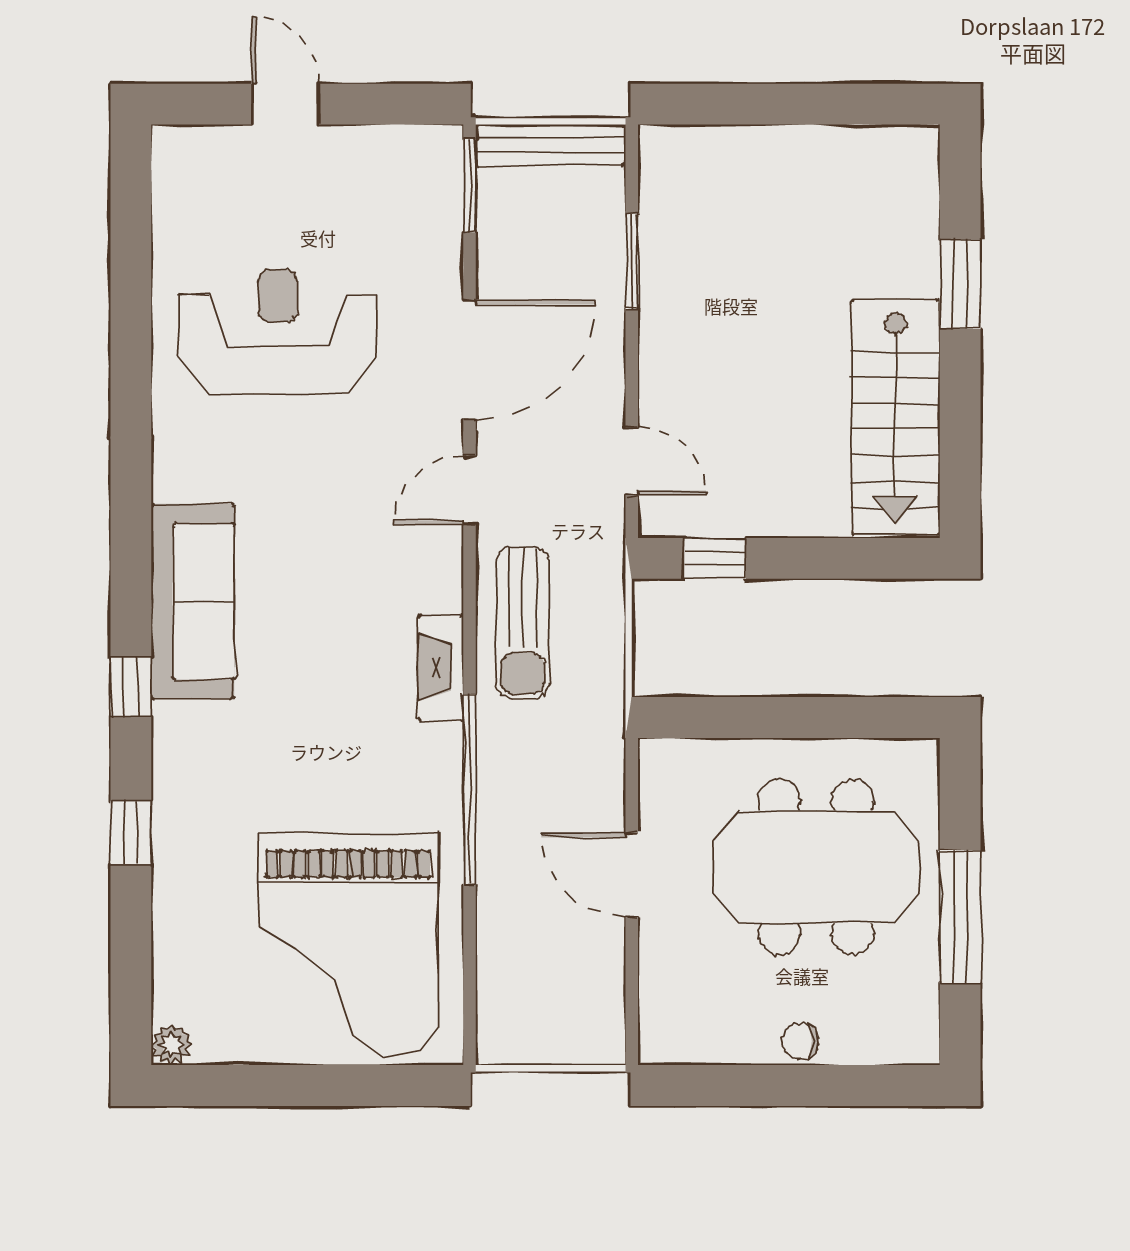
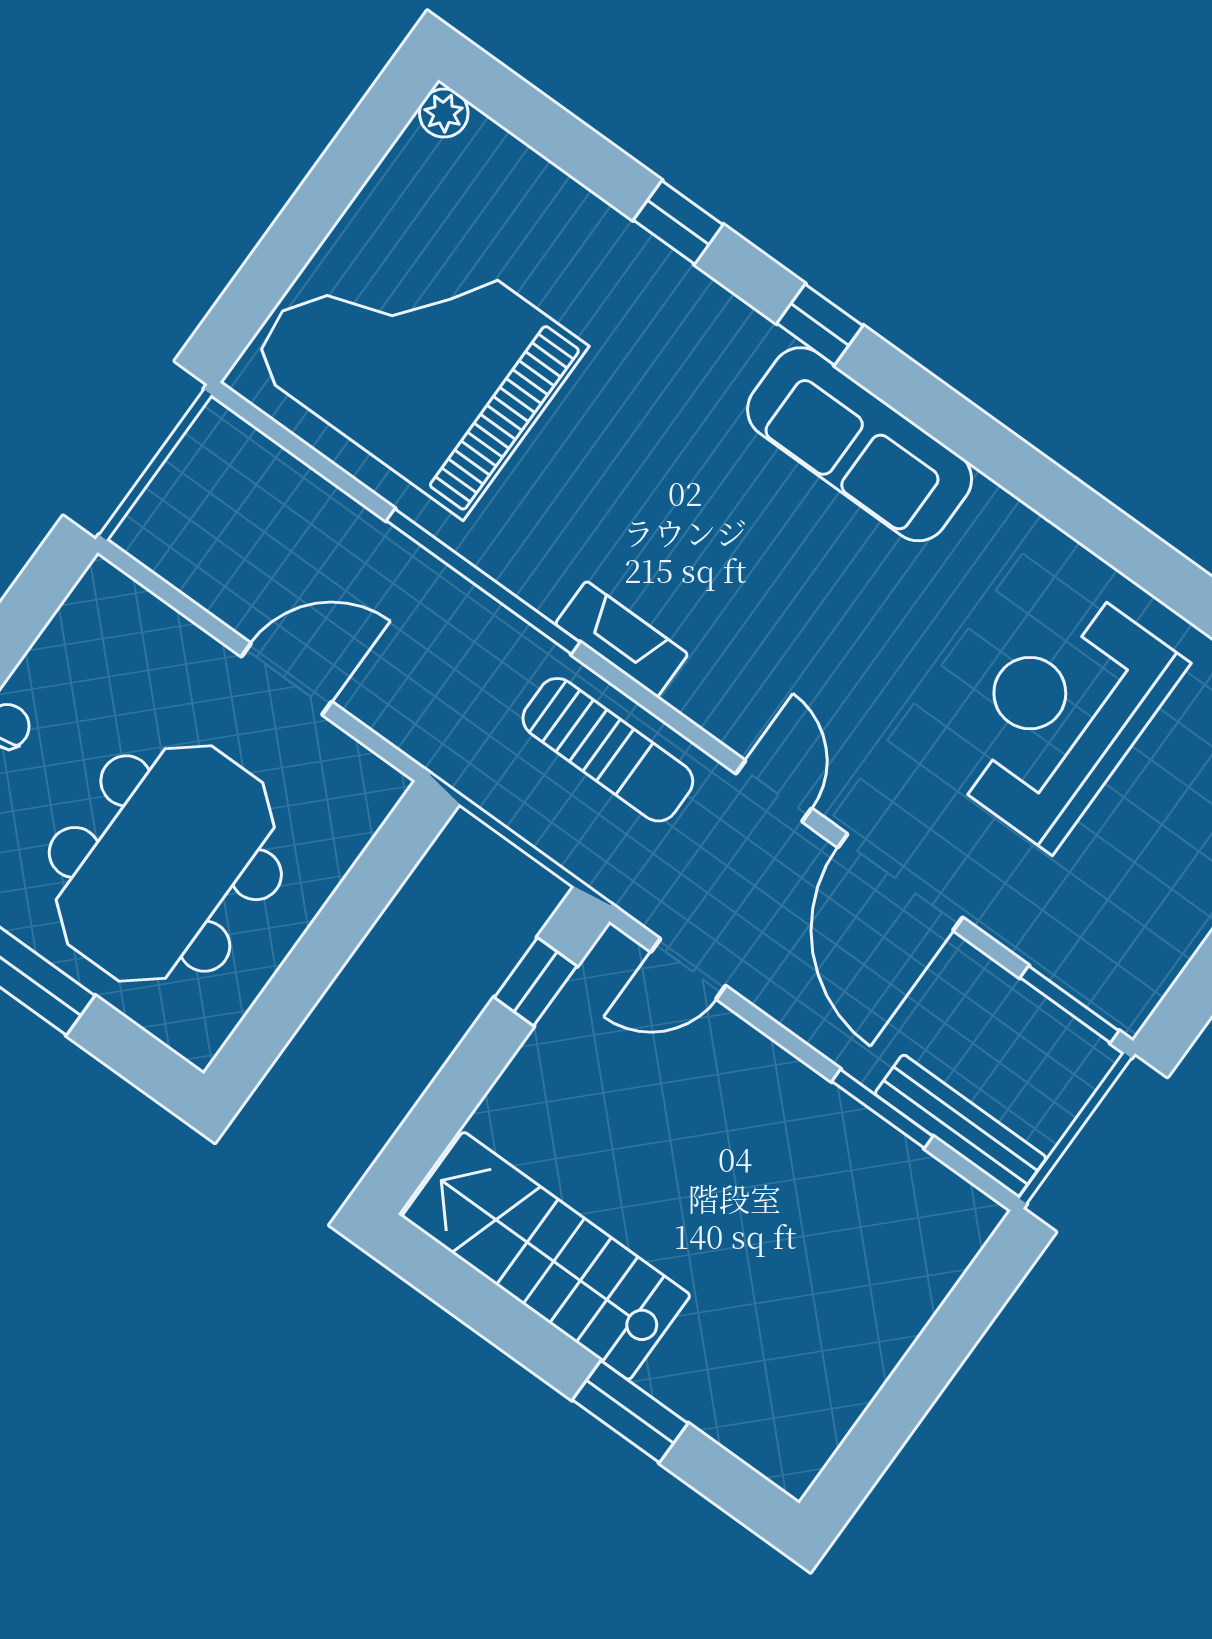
bench: (550, 145) -> (960, 1126), moved, turned 90
reception desk: (278, 332) -> (1061, 716), turned 180
sun lounger: (523, 623) -> (608, 750), turned 180

